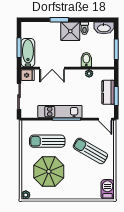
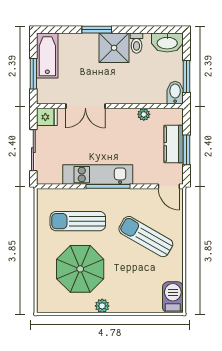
bathtub: (28, 53) -> (47, 56), moved
bidet: (86, 60) -> (175, 93), moved
plant: (26, 195) -> (102, 306), moved

